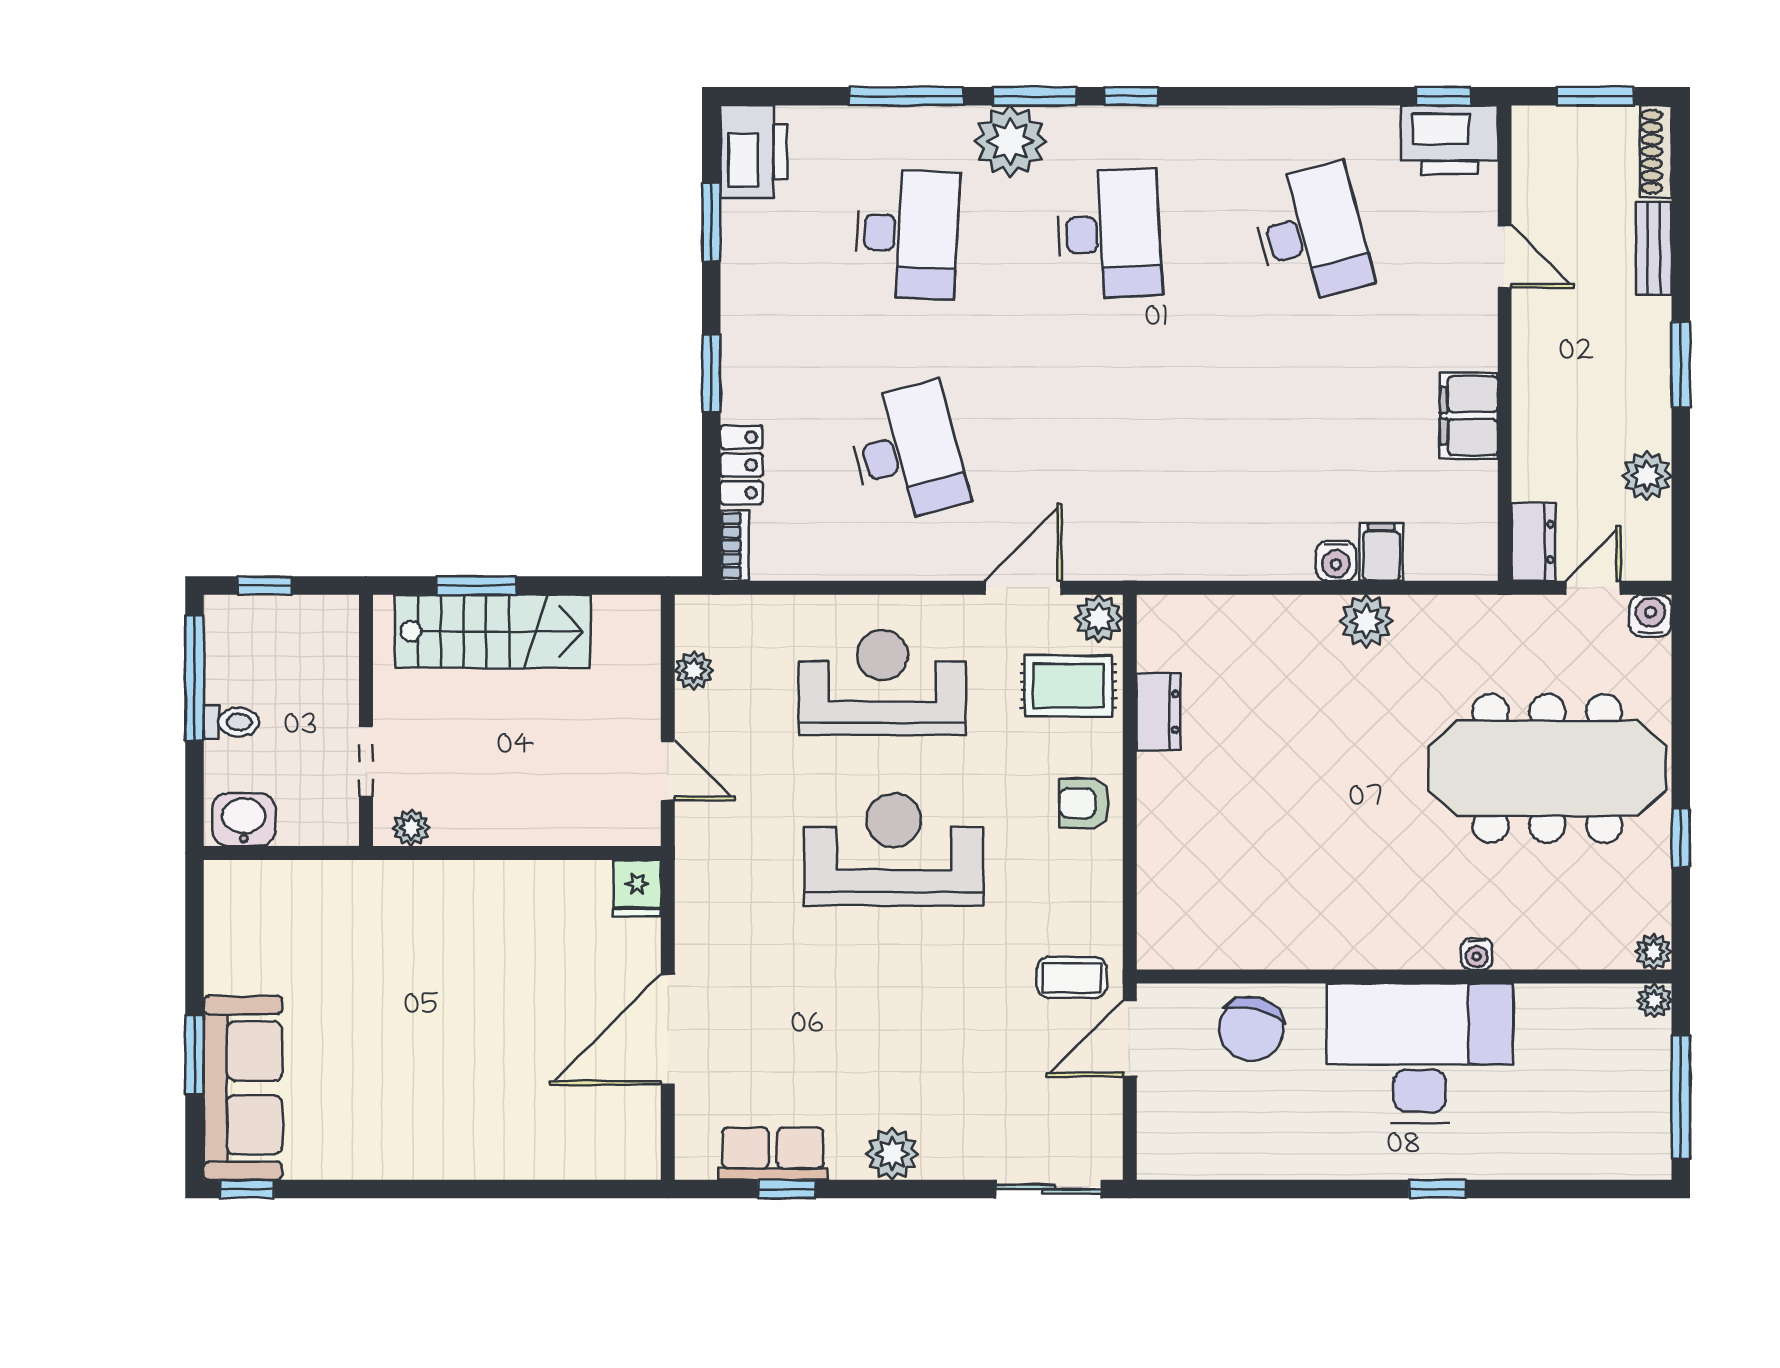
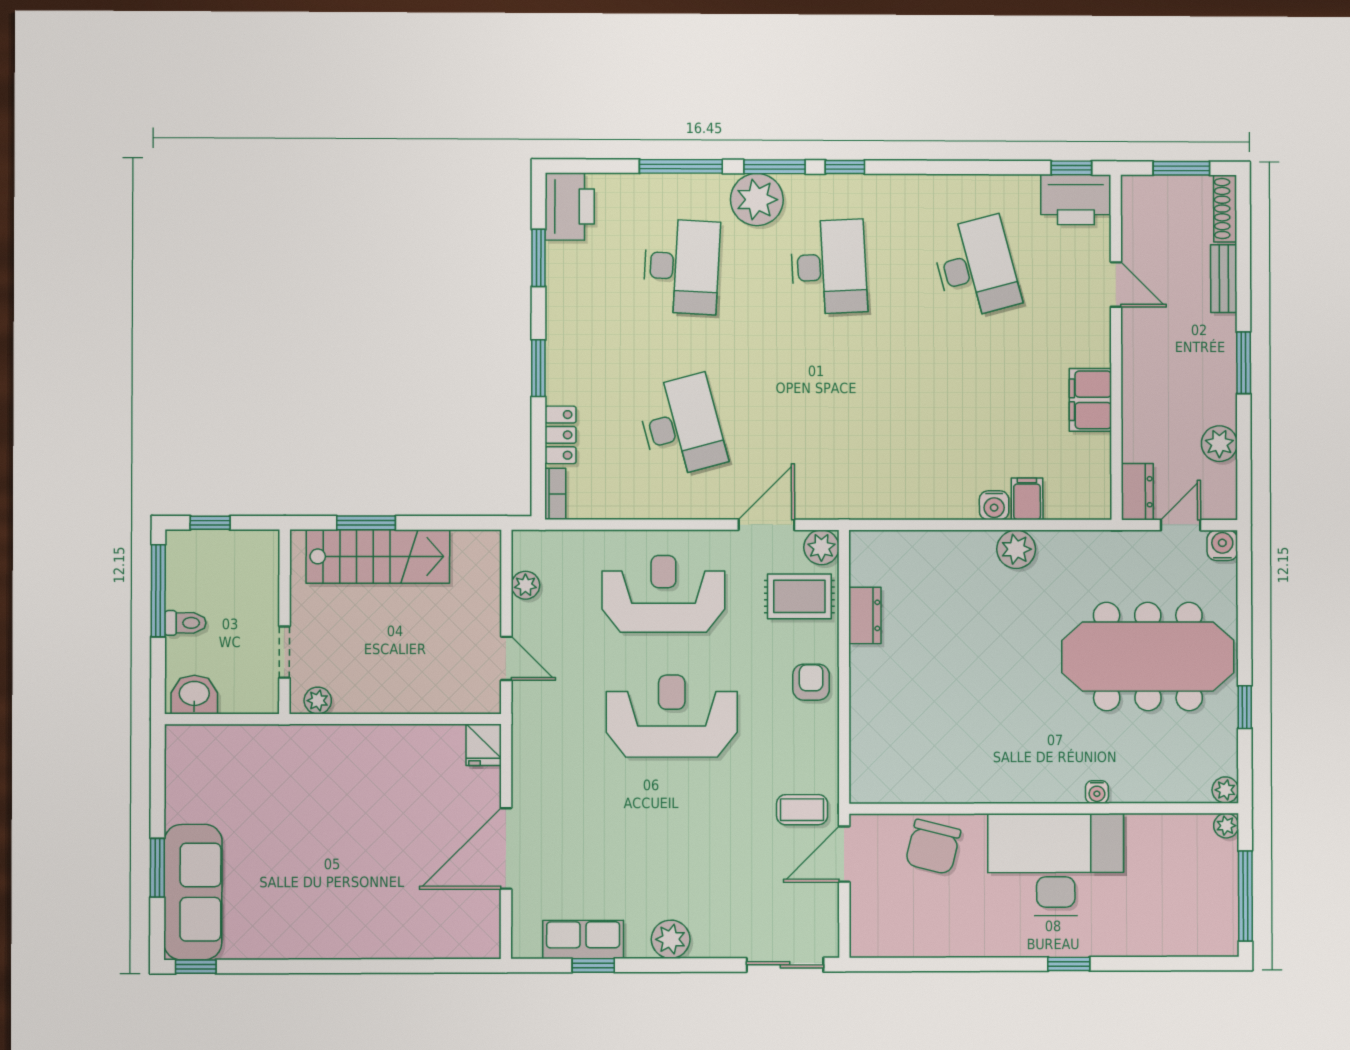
armchair: (1084, 803) -> (811, 682), turned 90

